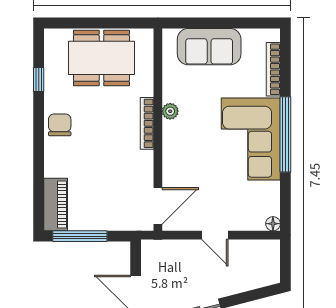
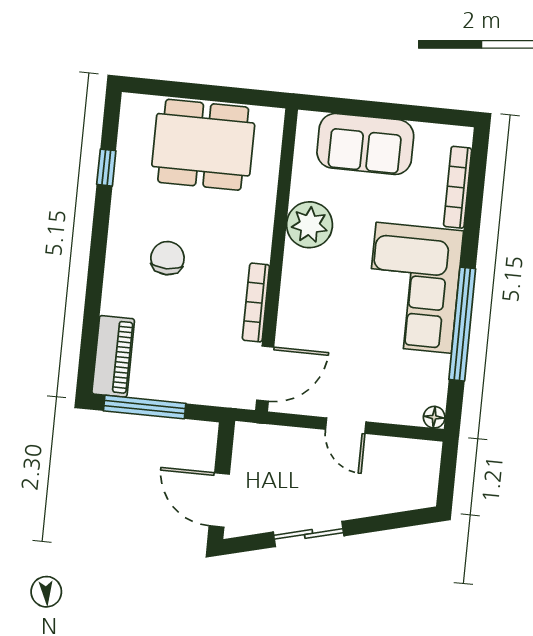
plant: (170, 111) -> (309, 225), width x1.88, depth x1.88
bookcase: (147, 123) -> (256, 303), moved
chair: (60, 125) -> (167, 258), moved
window: (285, 134) -> (462, 324), moved

